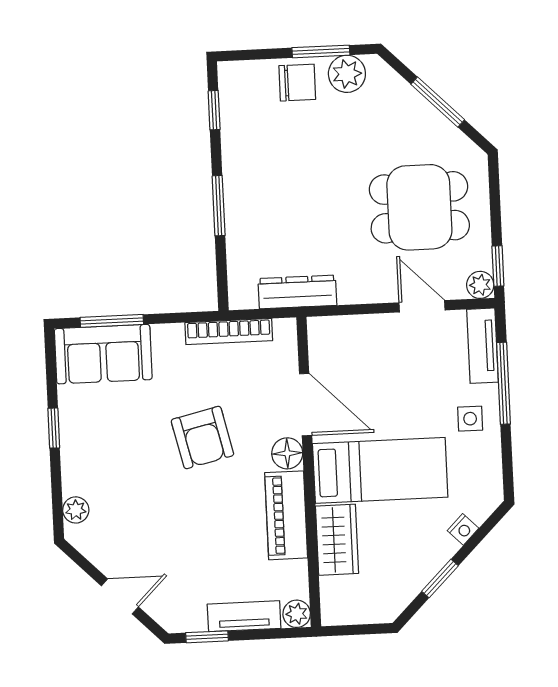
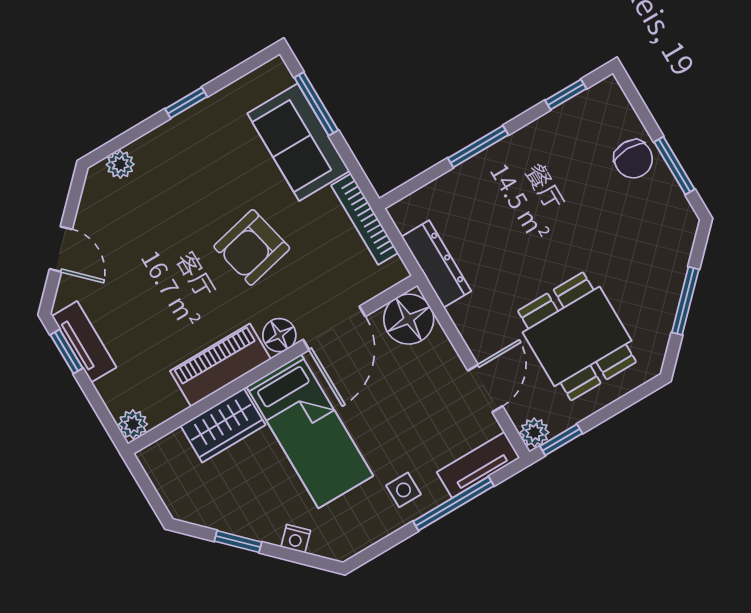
plant: (347, 74) -> (666, 201), removed
floor lamp: (331, 339) -> (409, 319), added
sofa: (103, 354) -> (298, 142), moved
tv unit: (244, 616) -> (84, 342), moved

